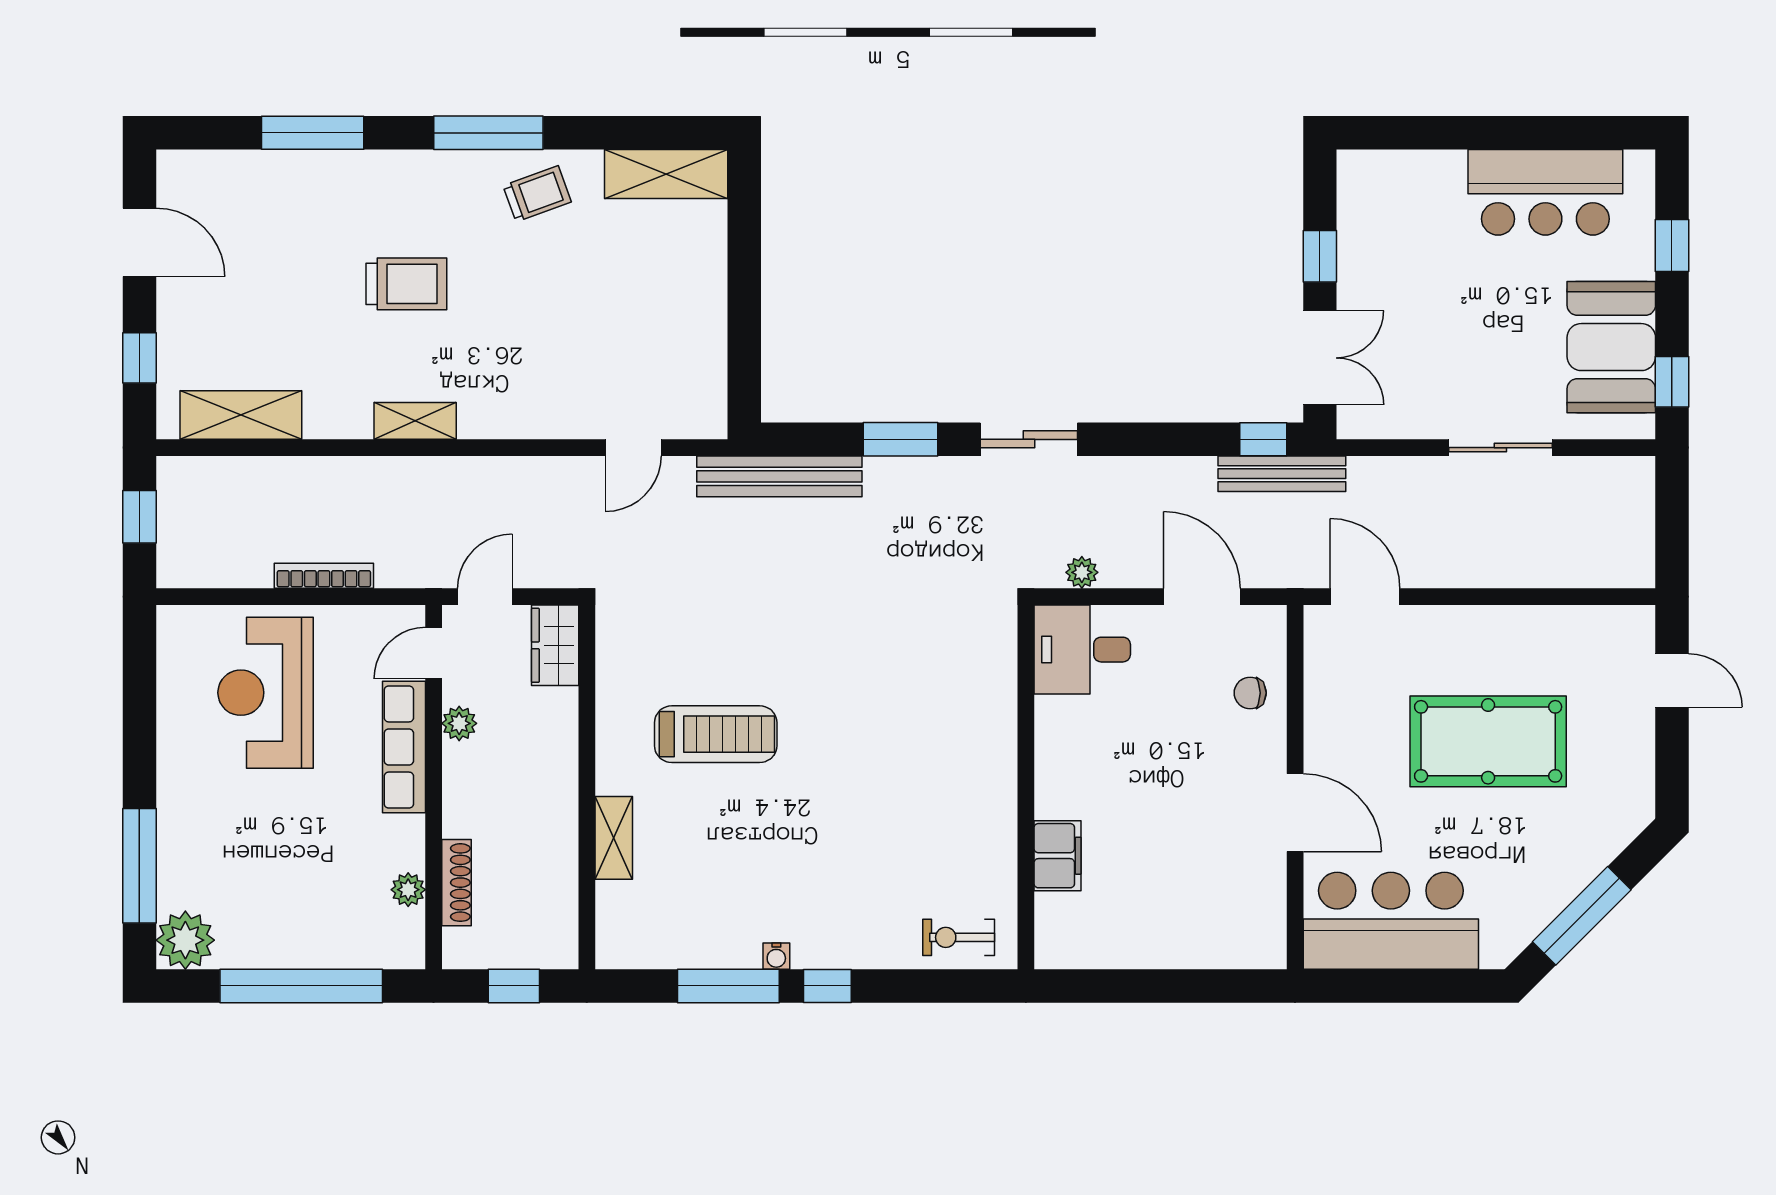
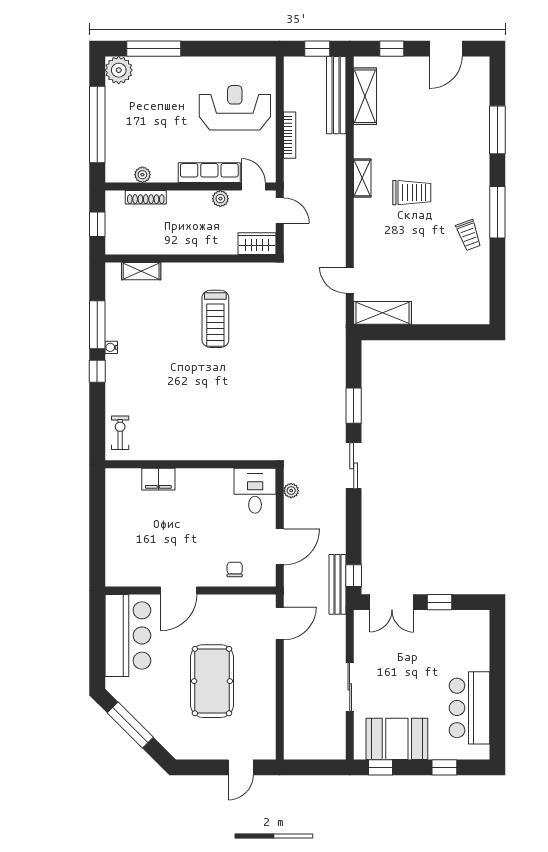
shelving: (666, 174) -> (382, 313), moved, turned 90
trolley: (406, 284) -> (412, 193), moved, turned -90
bench: (779, 476) -> (336, 95), moved
shelving: (614, 838) -> (141, 271), moved

